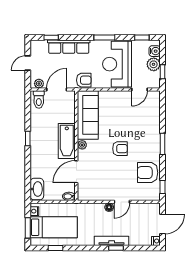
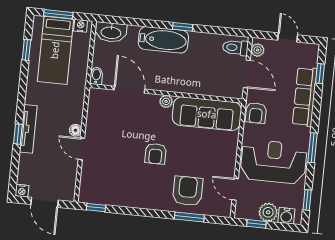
bathtub: (67, 141) -> (163, 40), moved, turned 180
window: (163, 144) -> (189, 217), moved
armchair: (148, 173) -> (188, 191), moved

